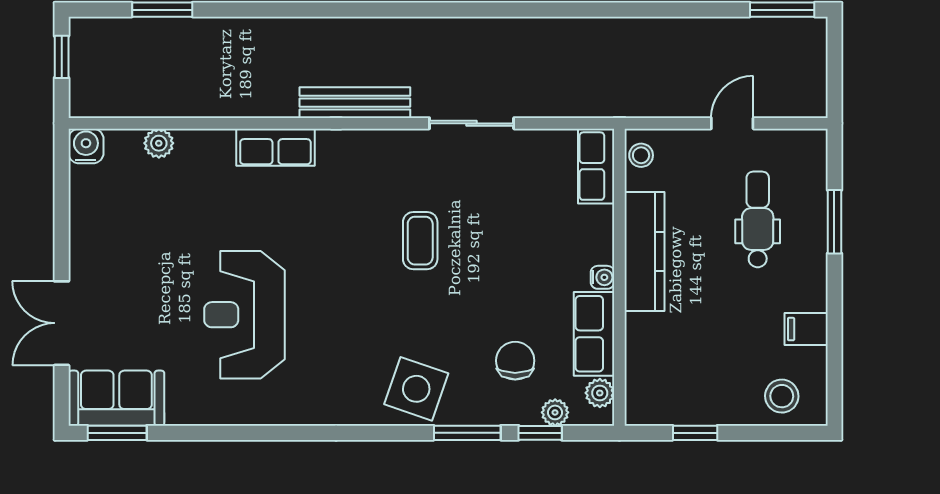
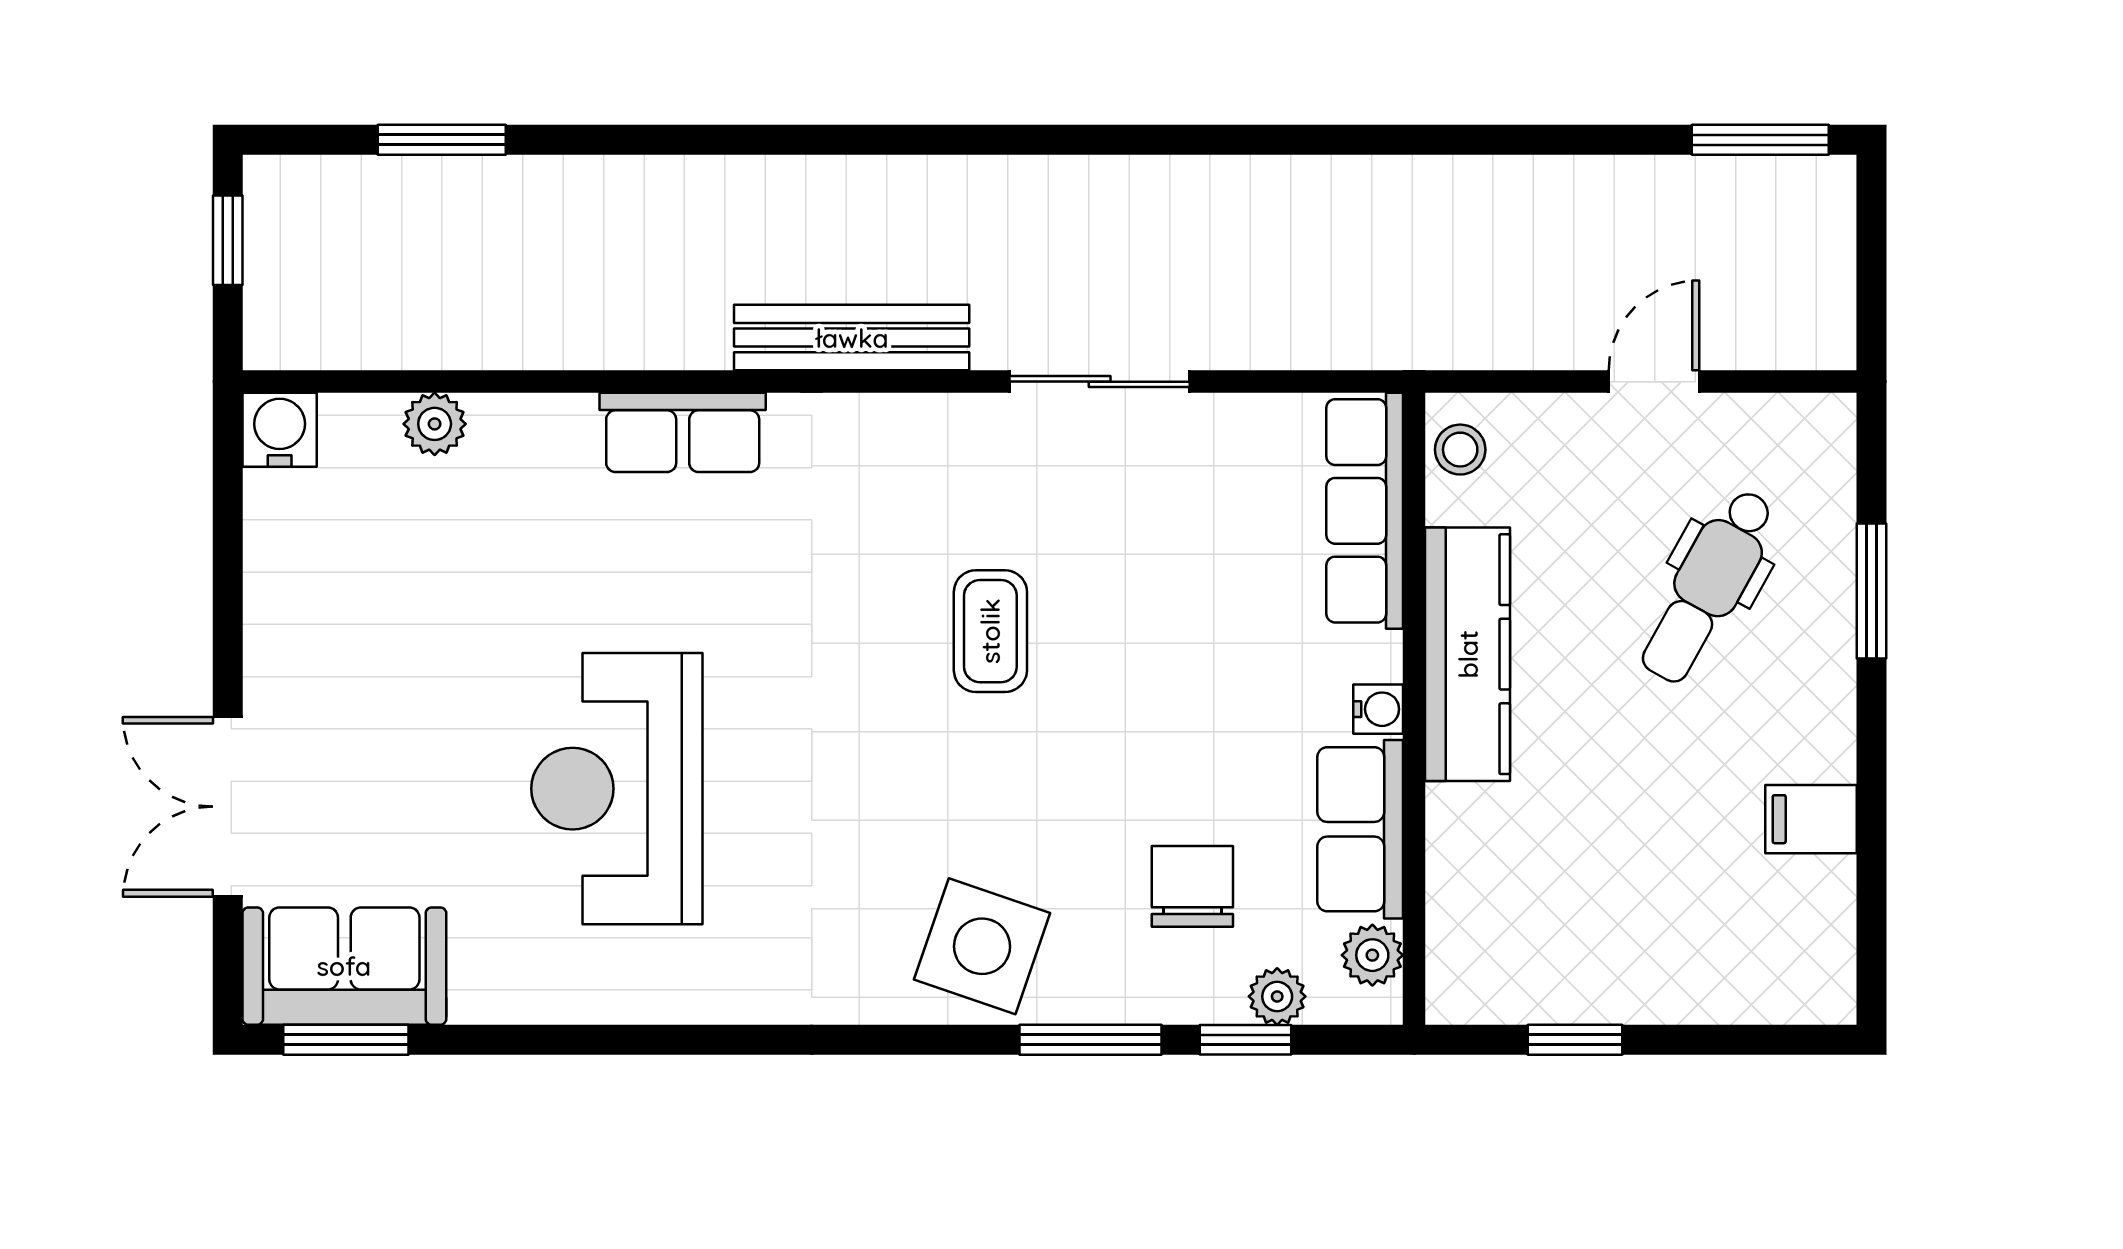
row of seats: (596, 166) -> (1365, 511), width x1.48
dental chair: (758, 219) -> (1708, 586), turned -151
stool: (782, 396) -> (1759, 962), removed

